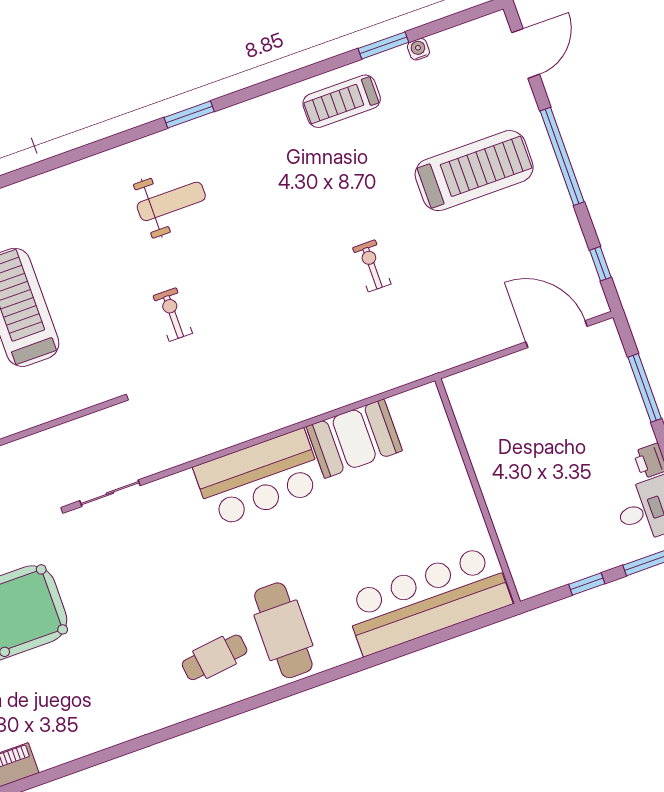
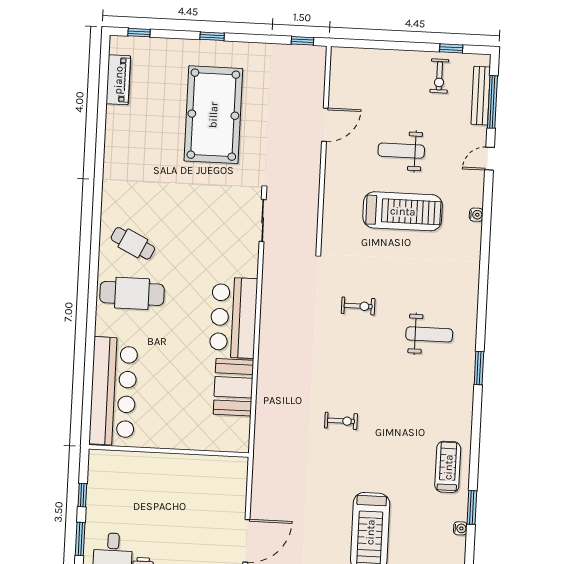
weight bench: (171, 201) -> (429, 334), turned -90
exercise bike: (372, 266) -> (341, 421), moved
cafe table: (215, 657) -> (133, 243), turned -57

